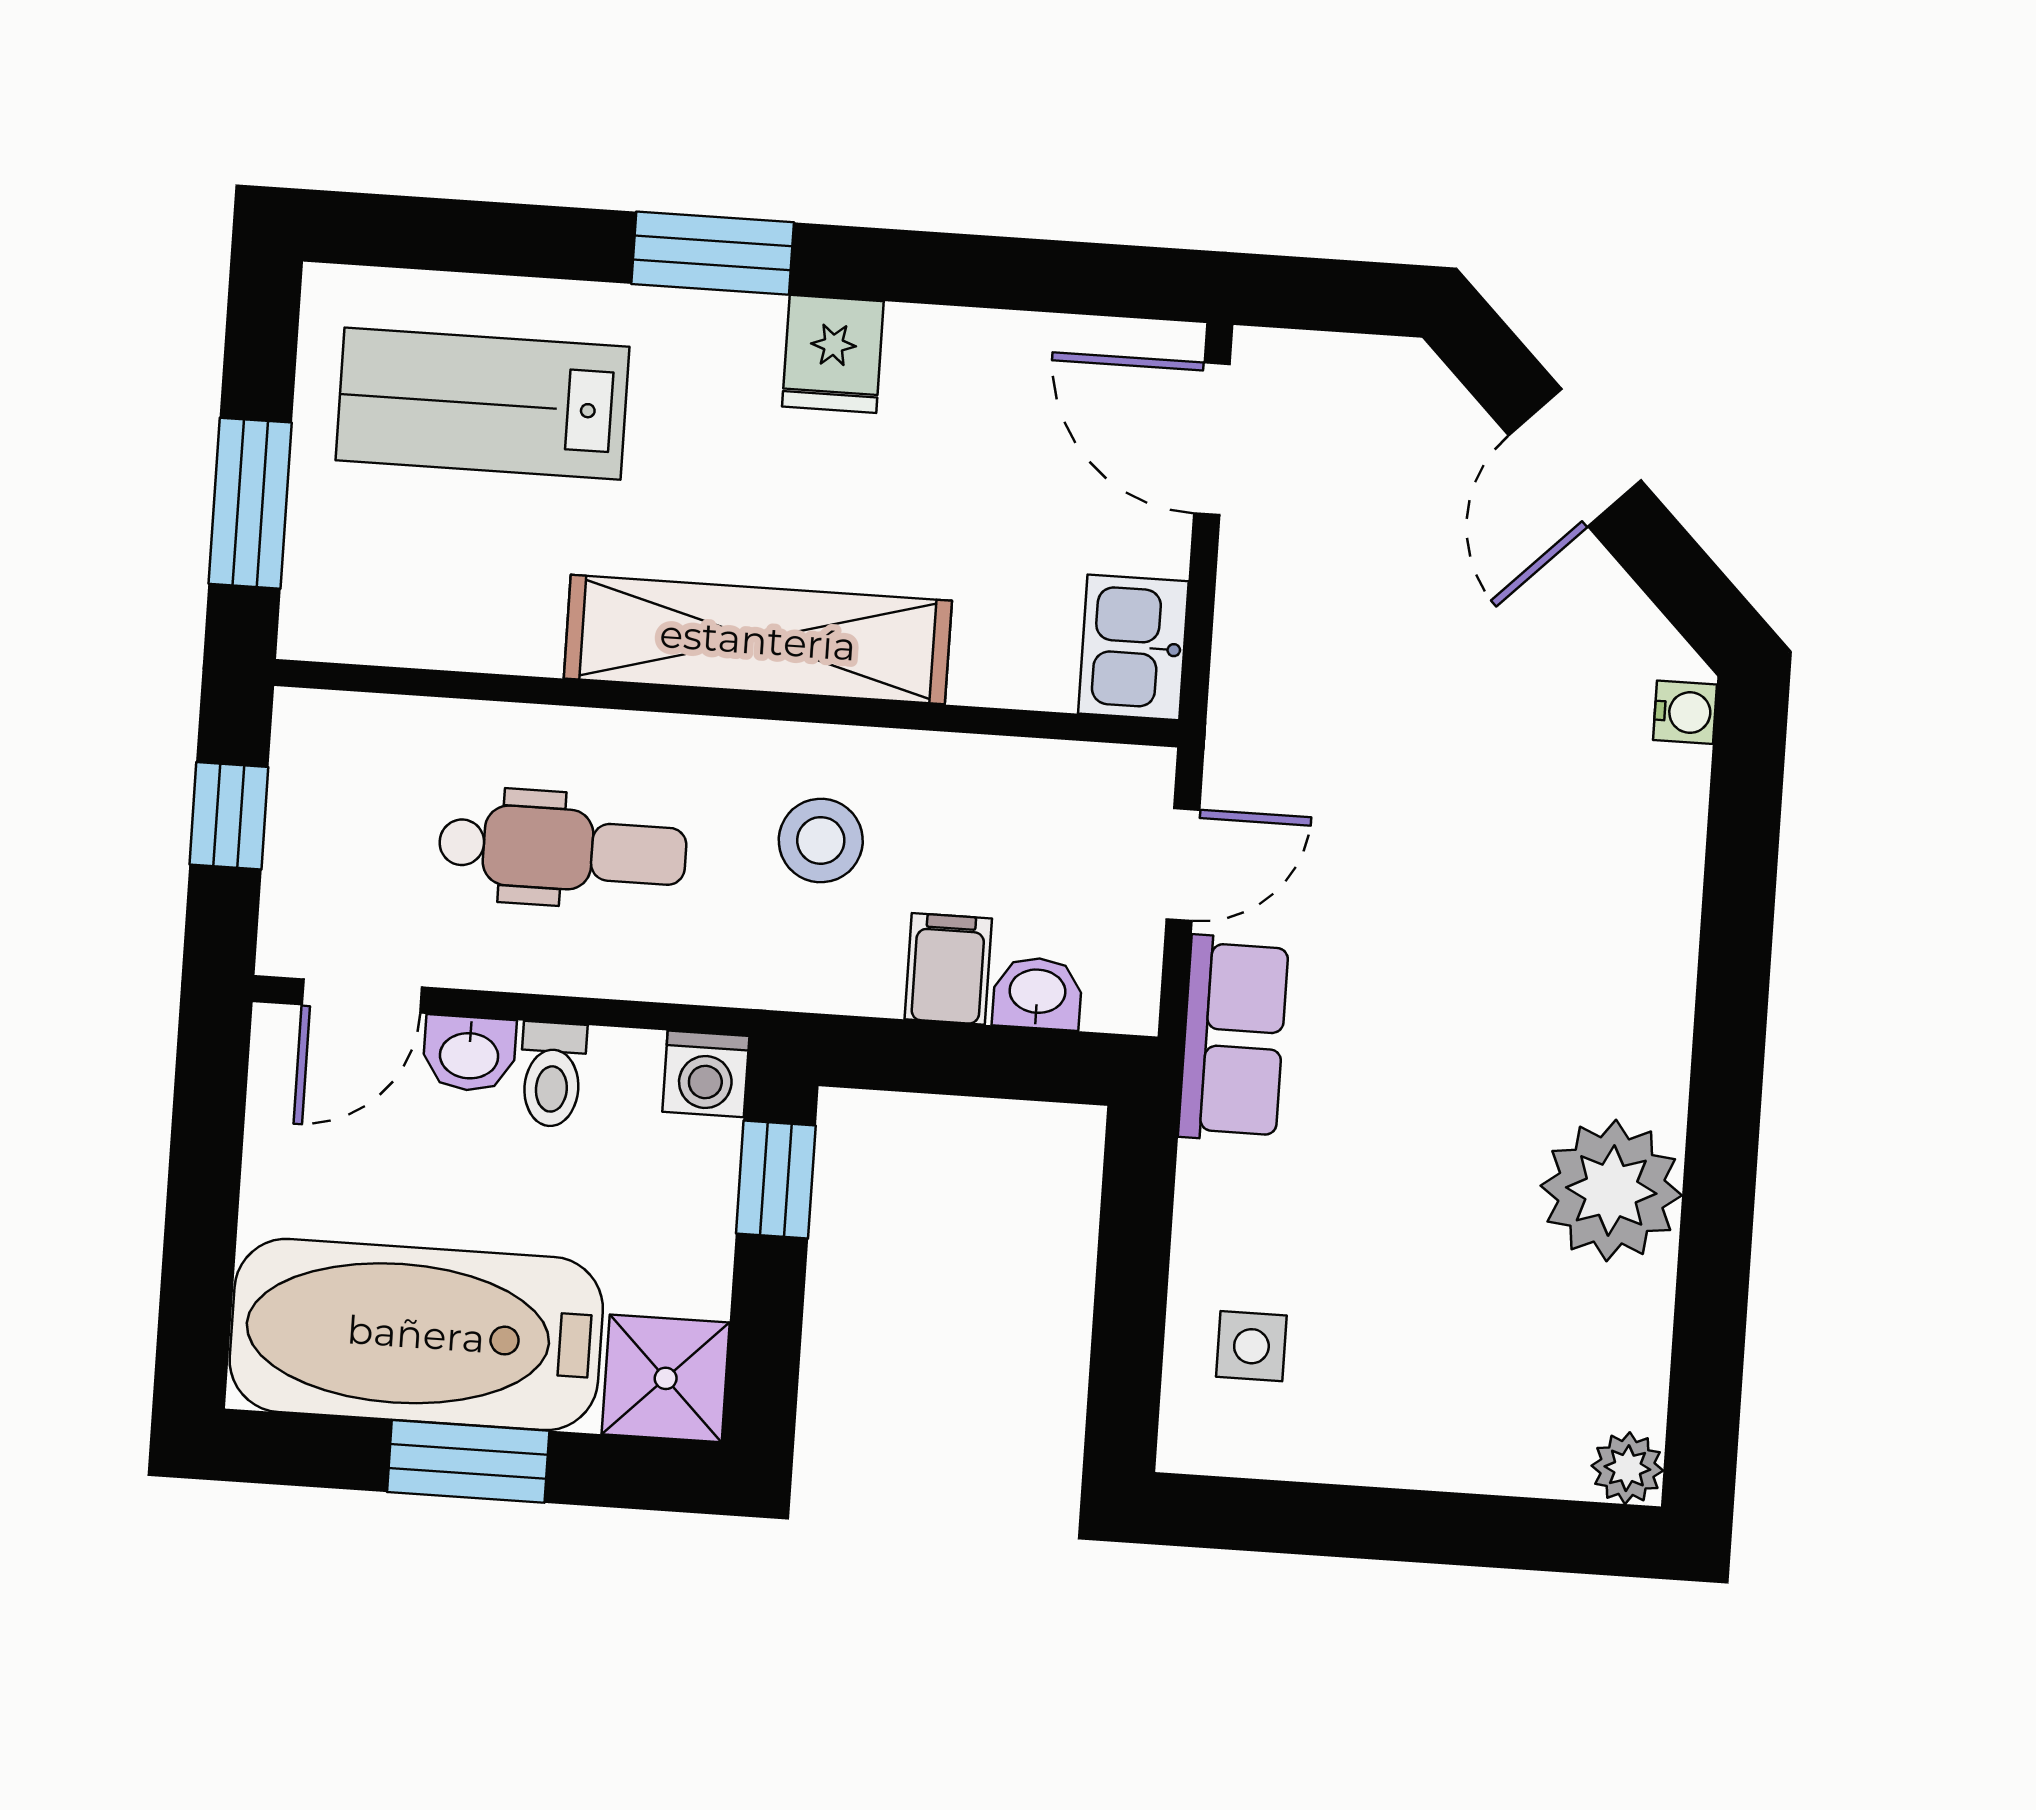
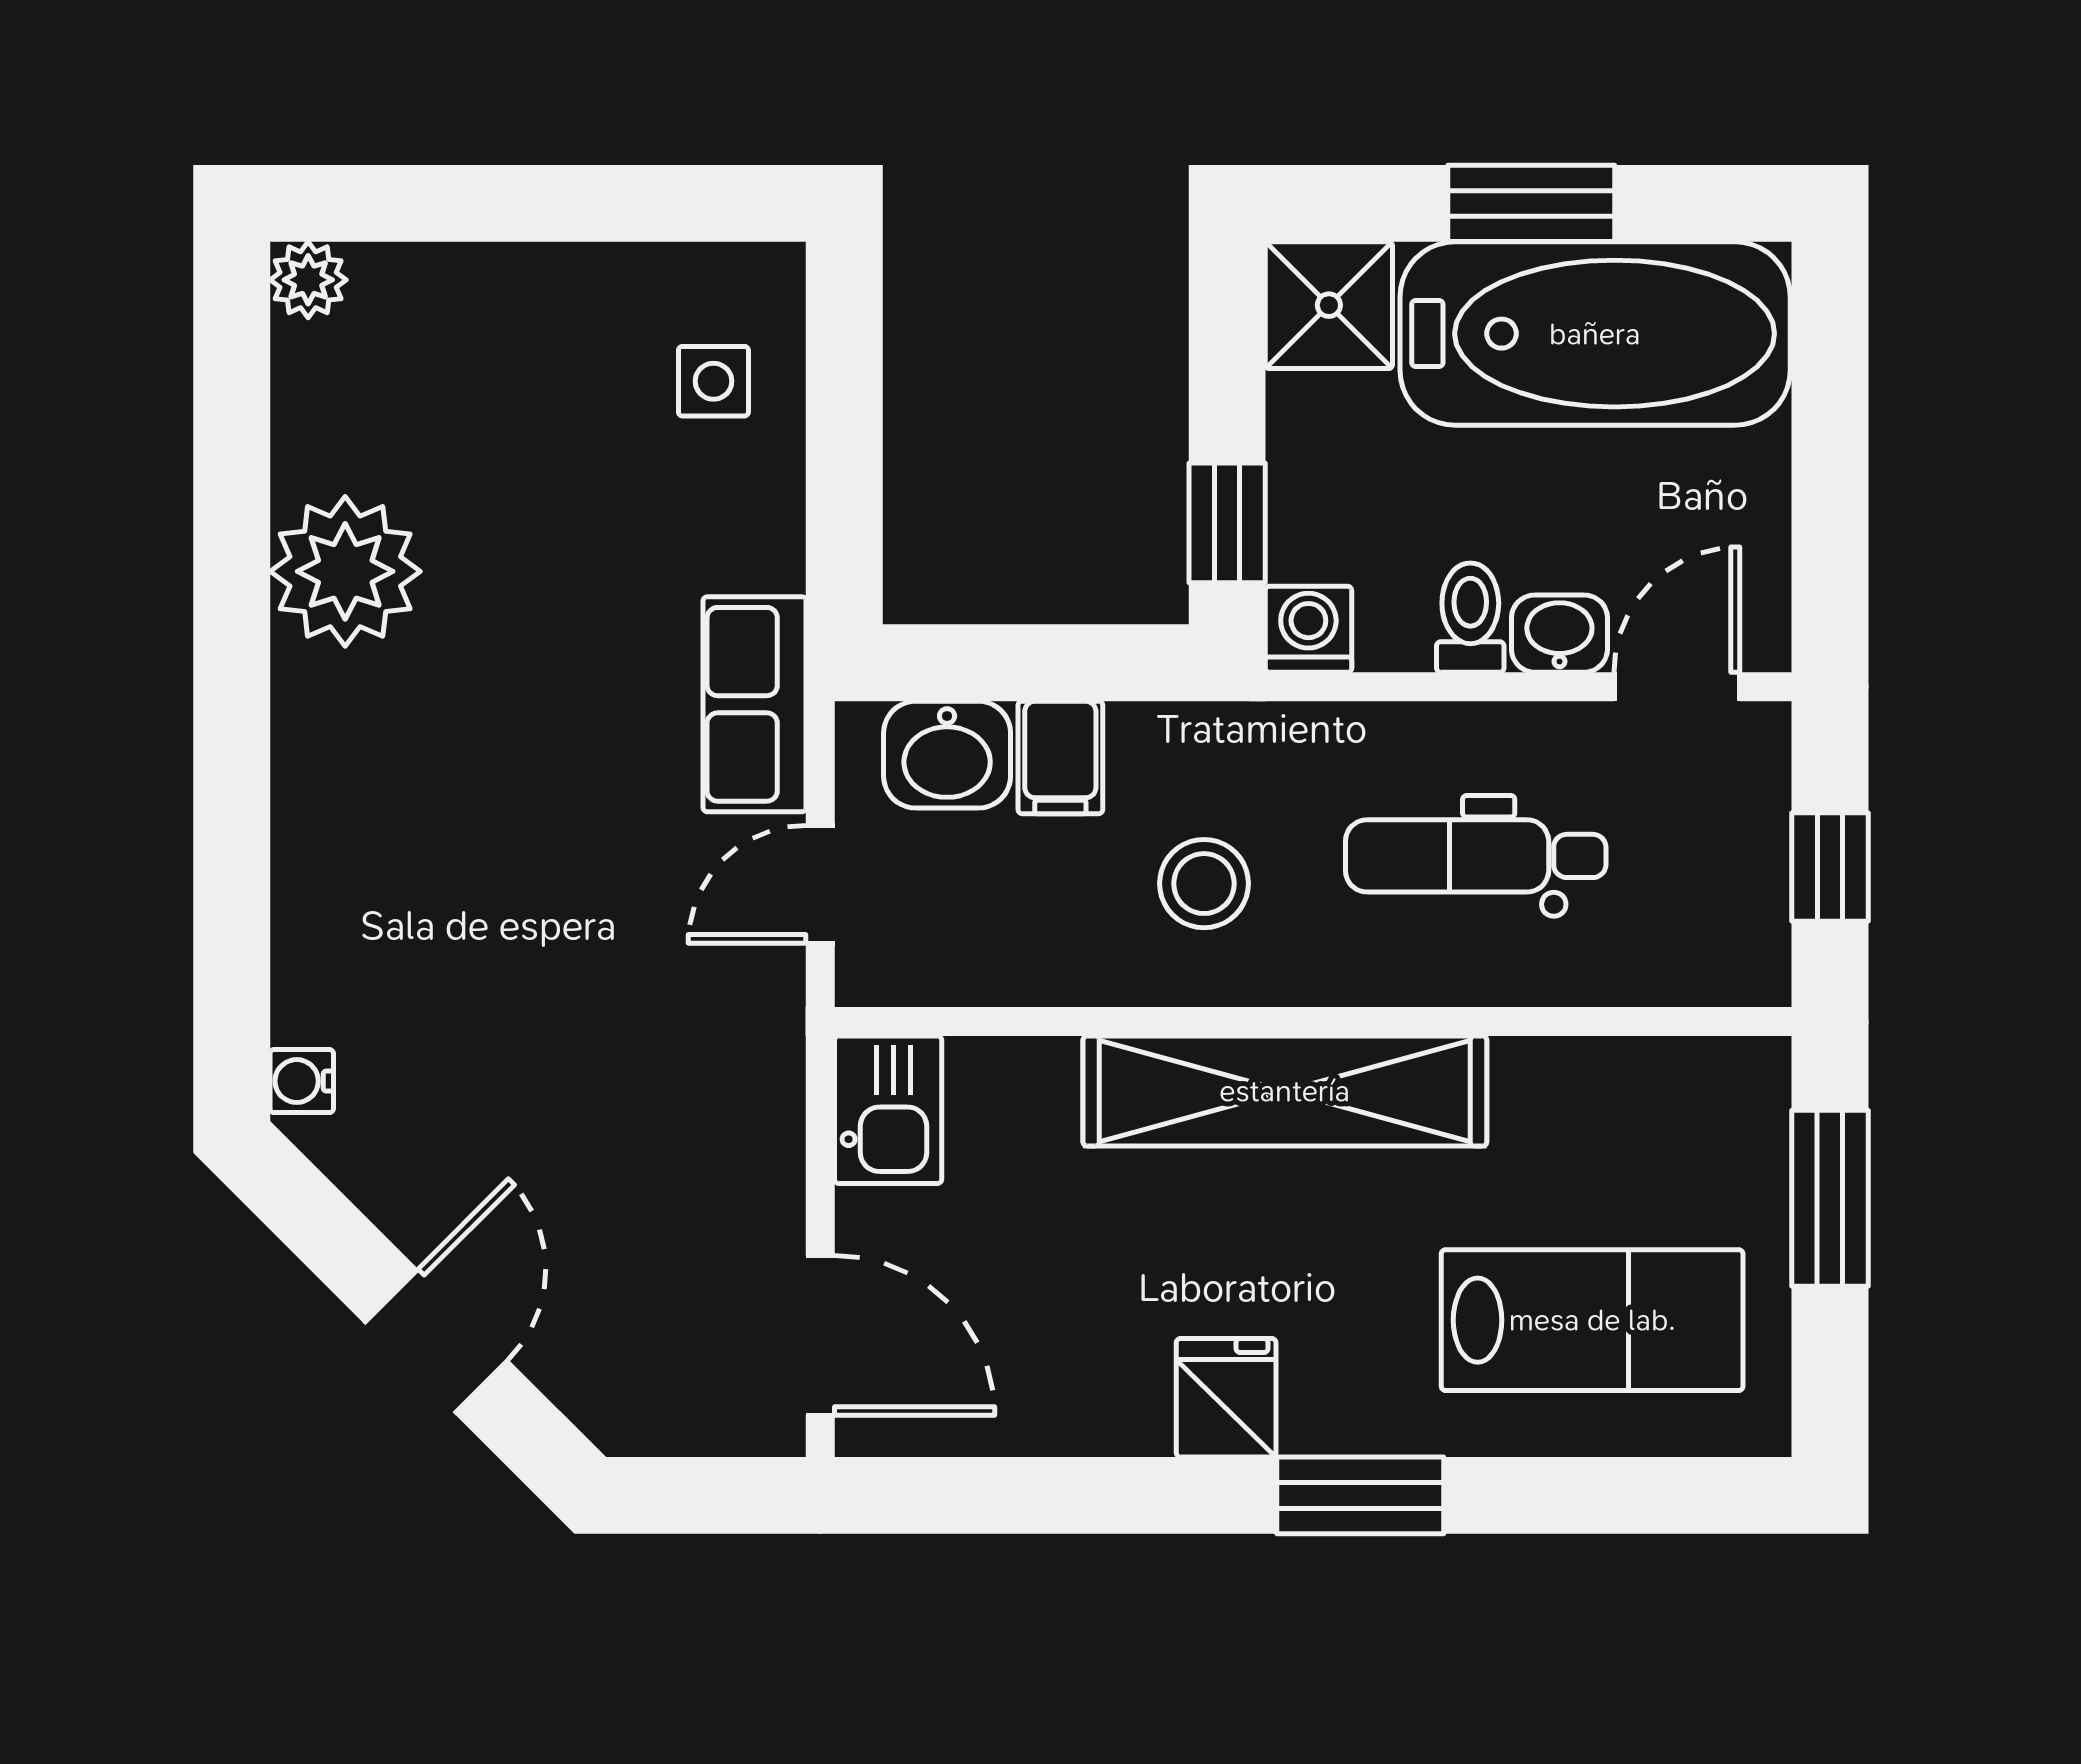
washbasin: (1037, 993) -> (947, 755), width x1.38, depth x1.45

